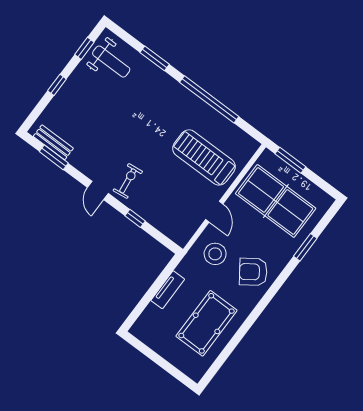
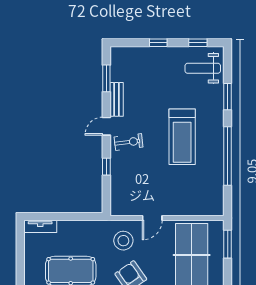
weight bench: (111, 62) -> (203, 68), turned 90
bench: (53, 142) -> (117, 99), moved
treadmill: (204, 157) -> (182, 137), moved, turned 180
tv unit: (168, 290) -> (40, 226), moved

